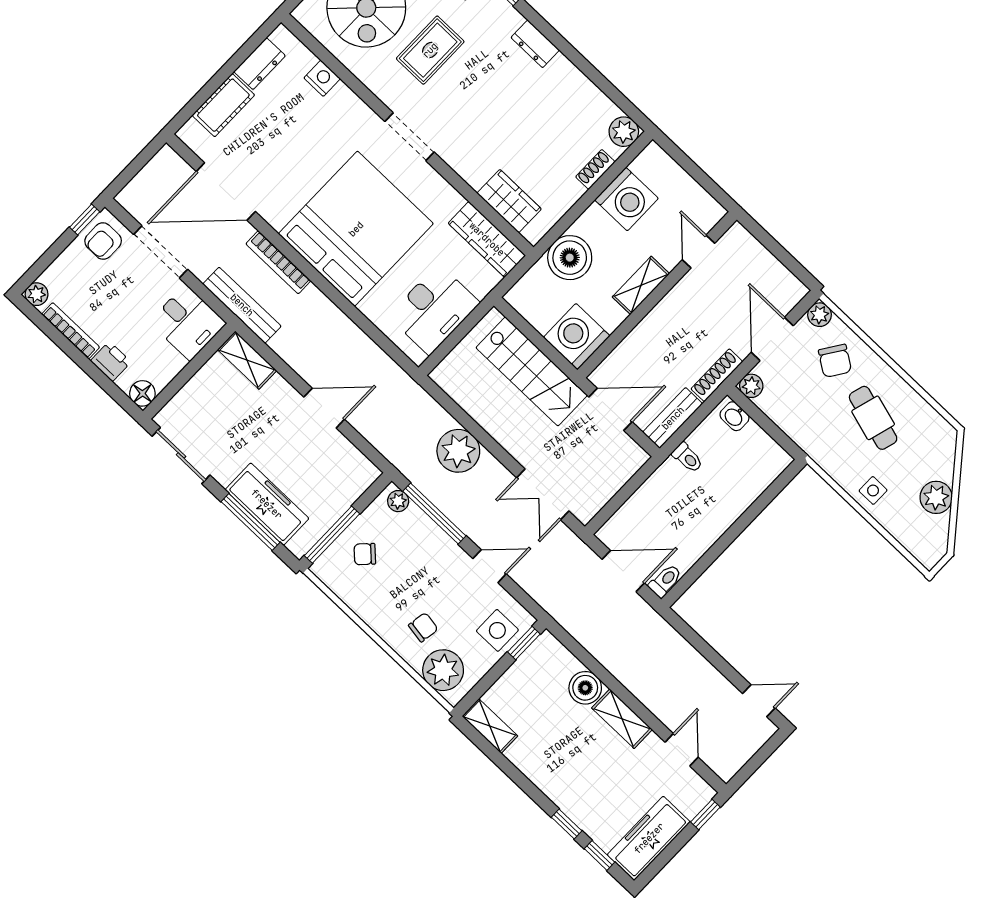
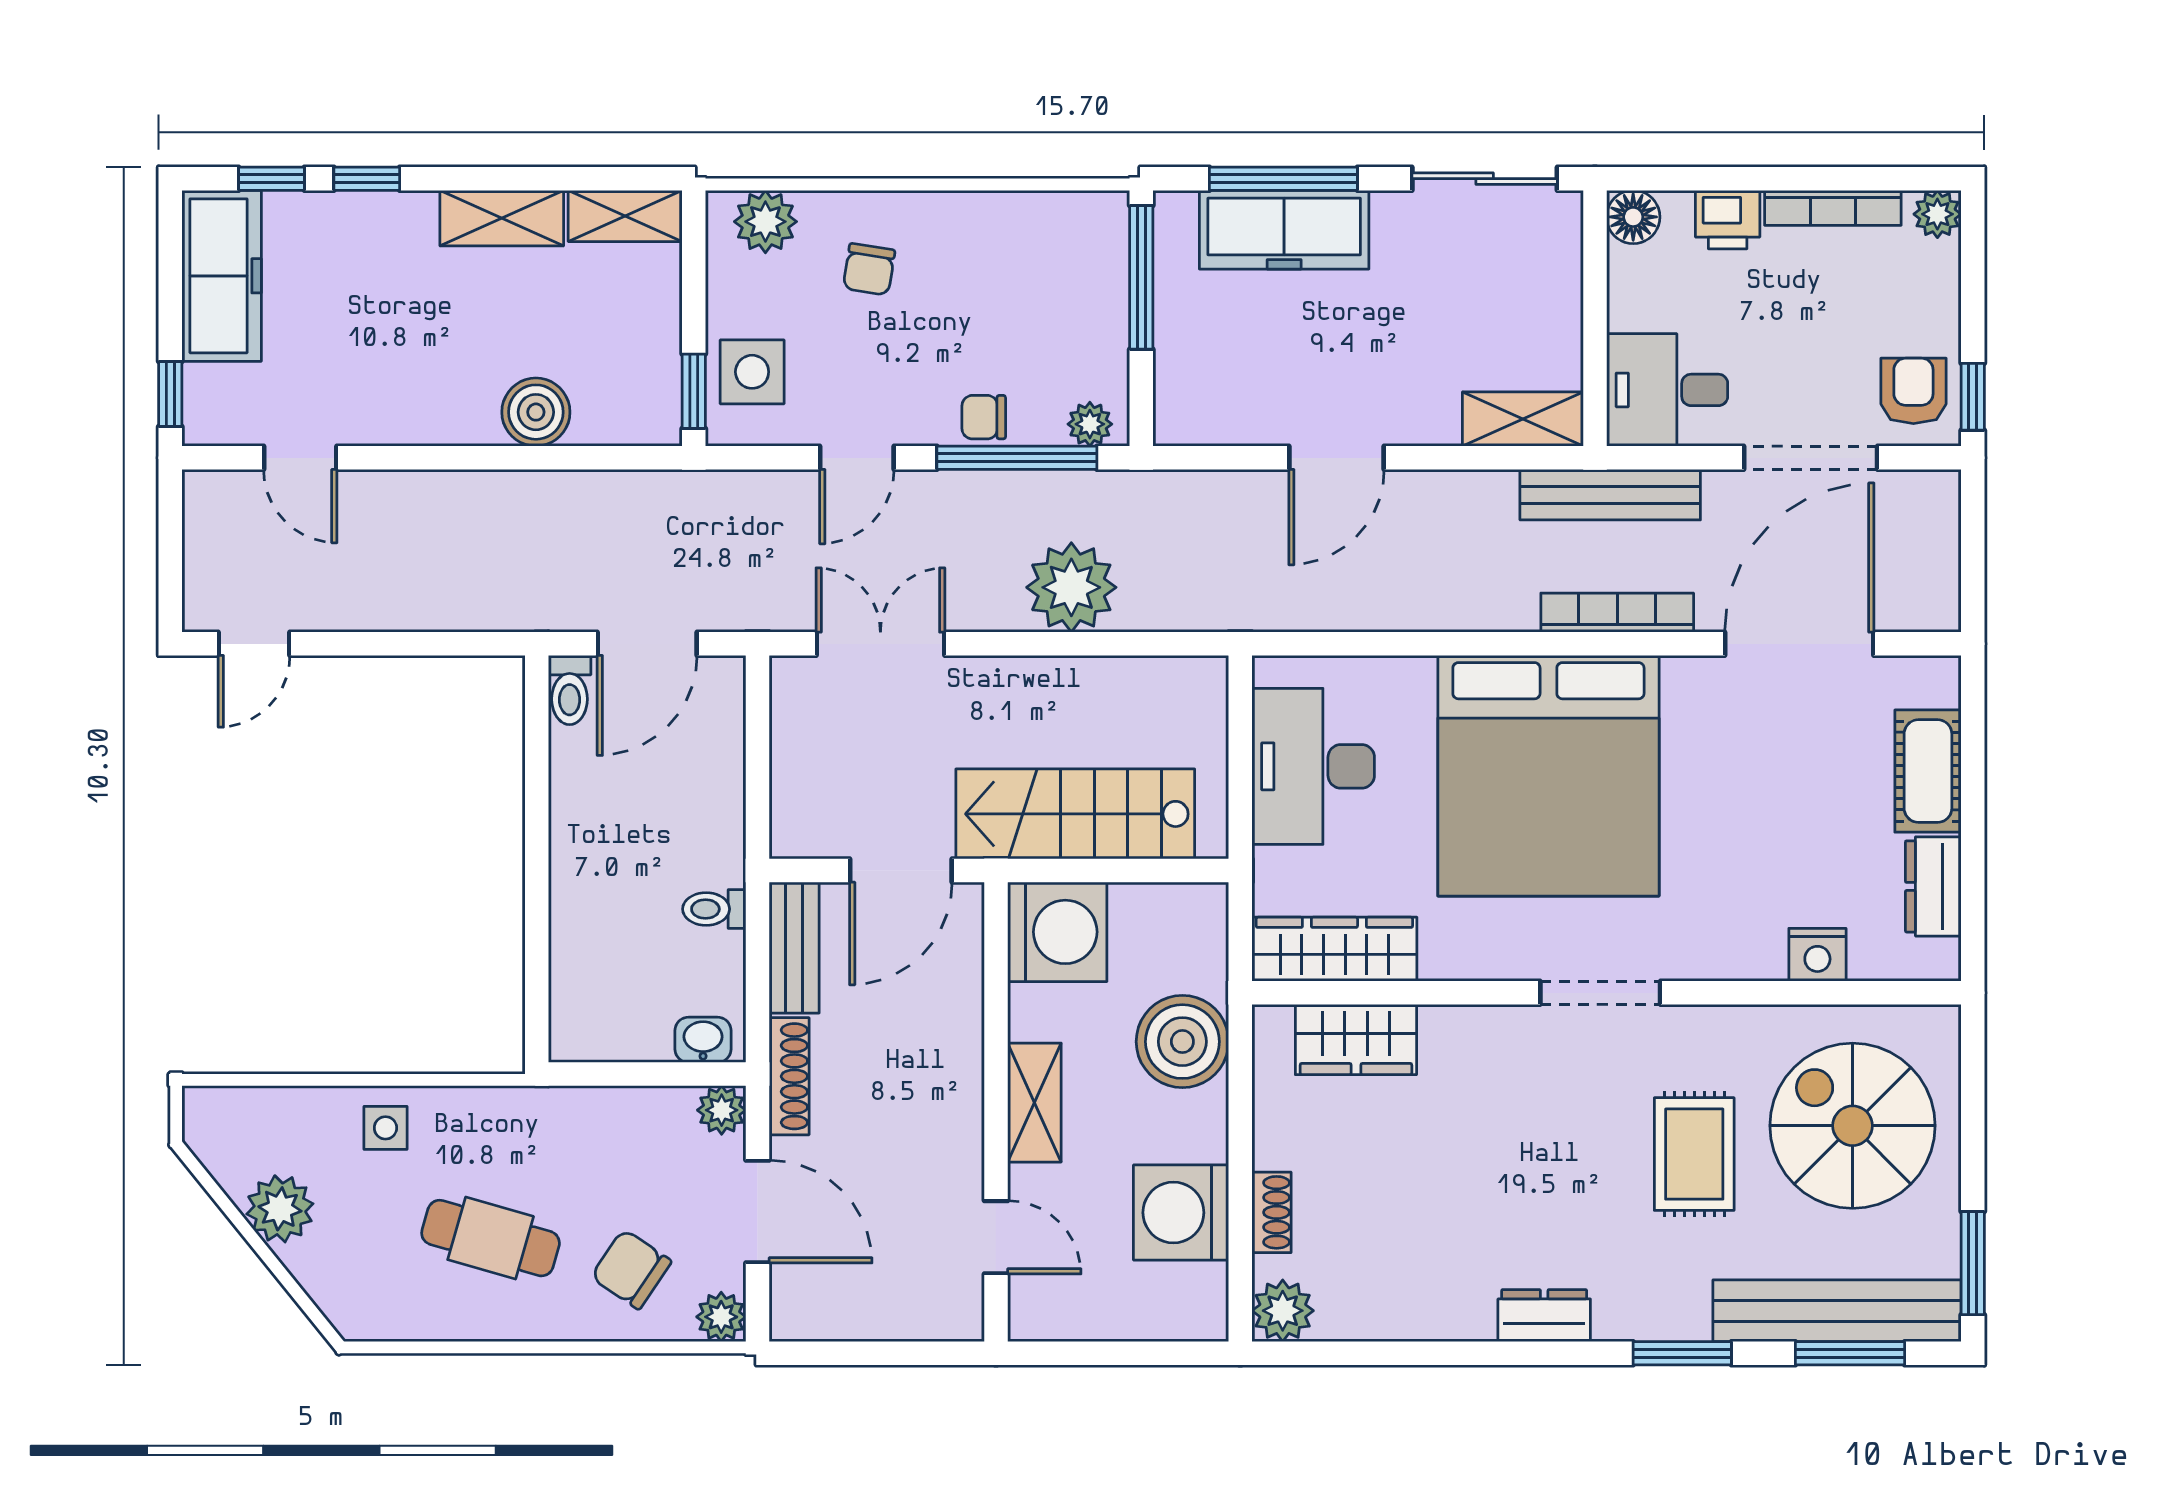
chair: (365, 554) -> (984, 417), moved, turned -134
plant: (443, 670) -> (765, 222), width x0.73, depth x0.73
shelving: (622, 719) -> (502, 218), moved

